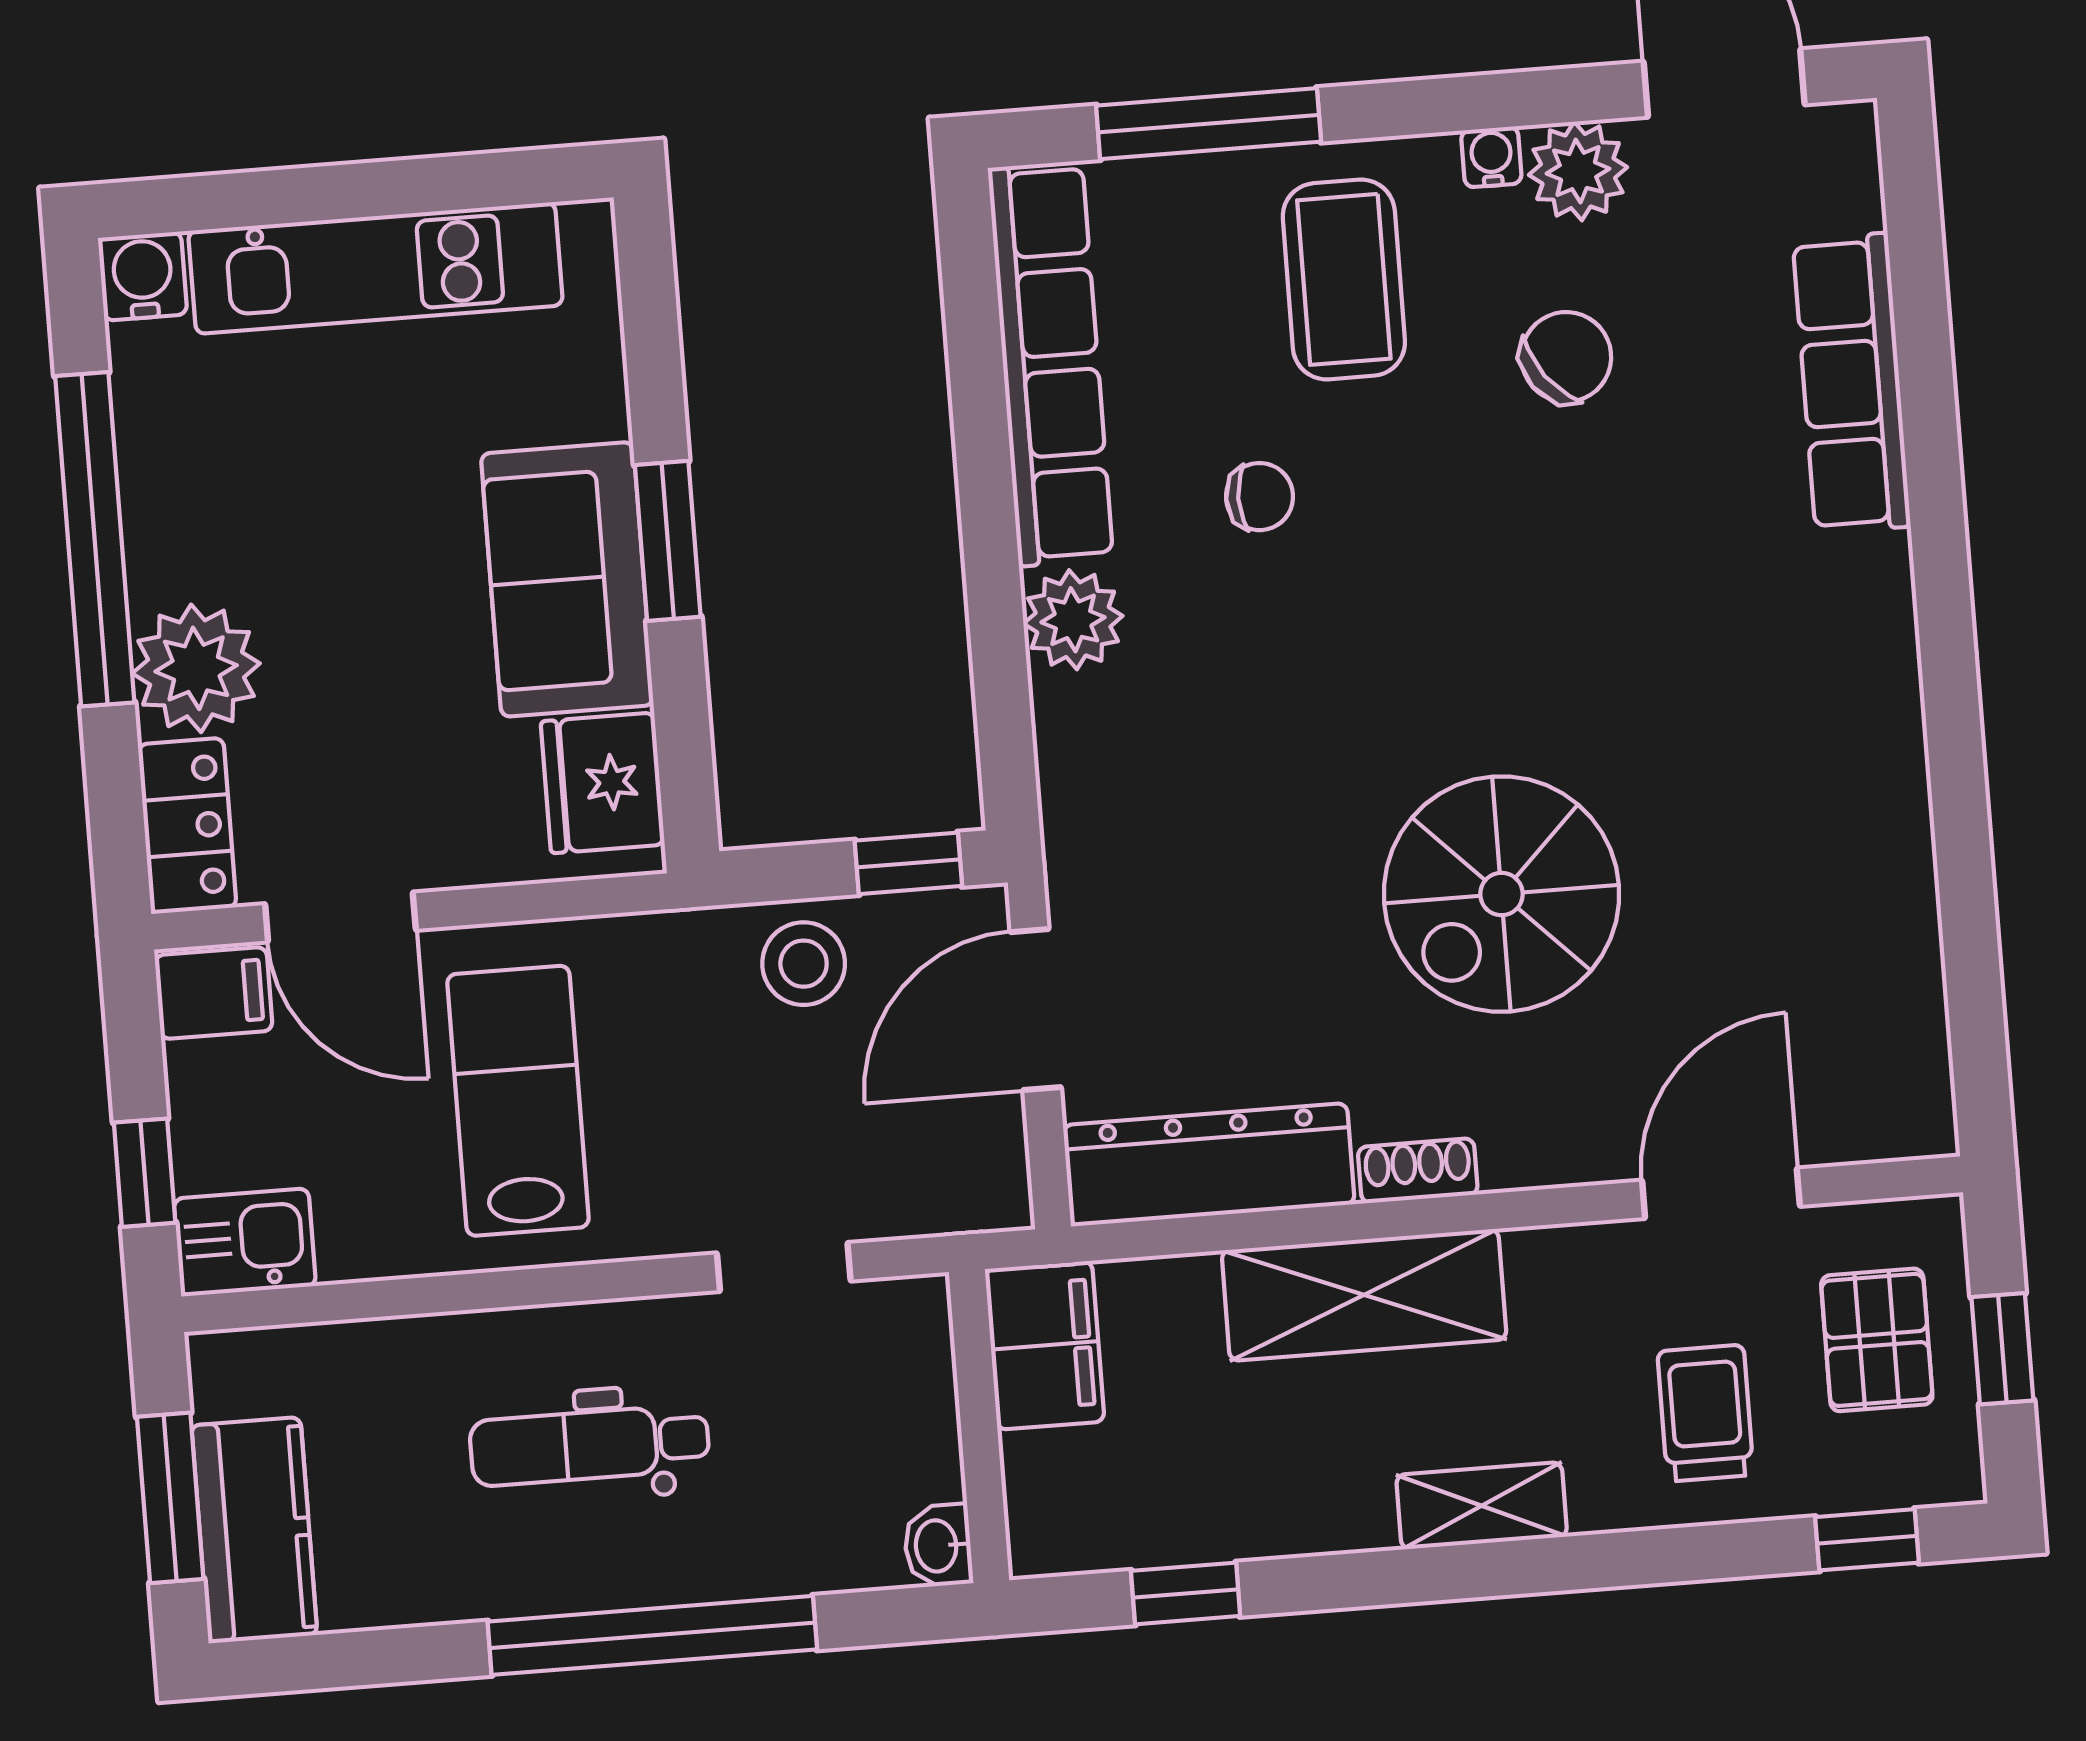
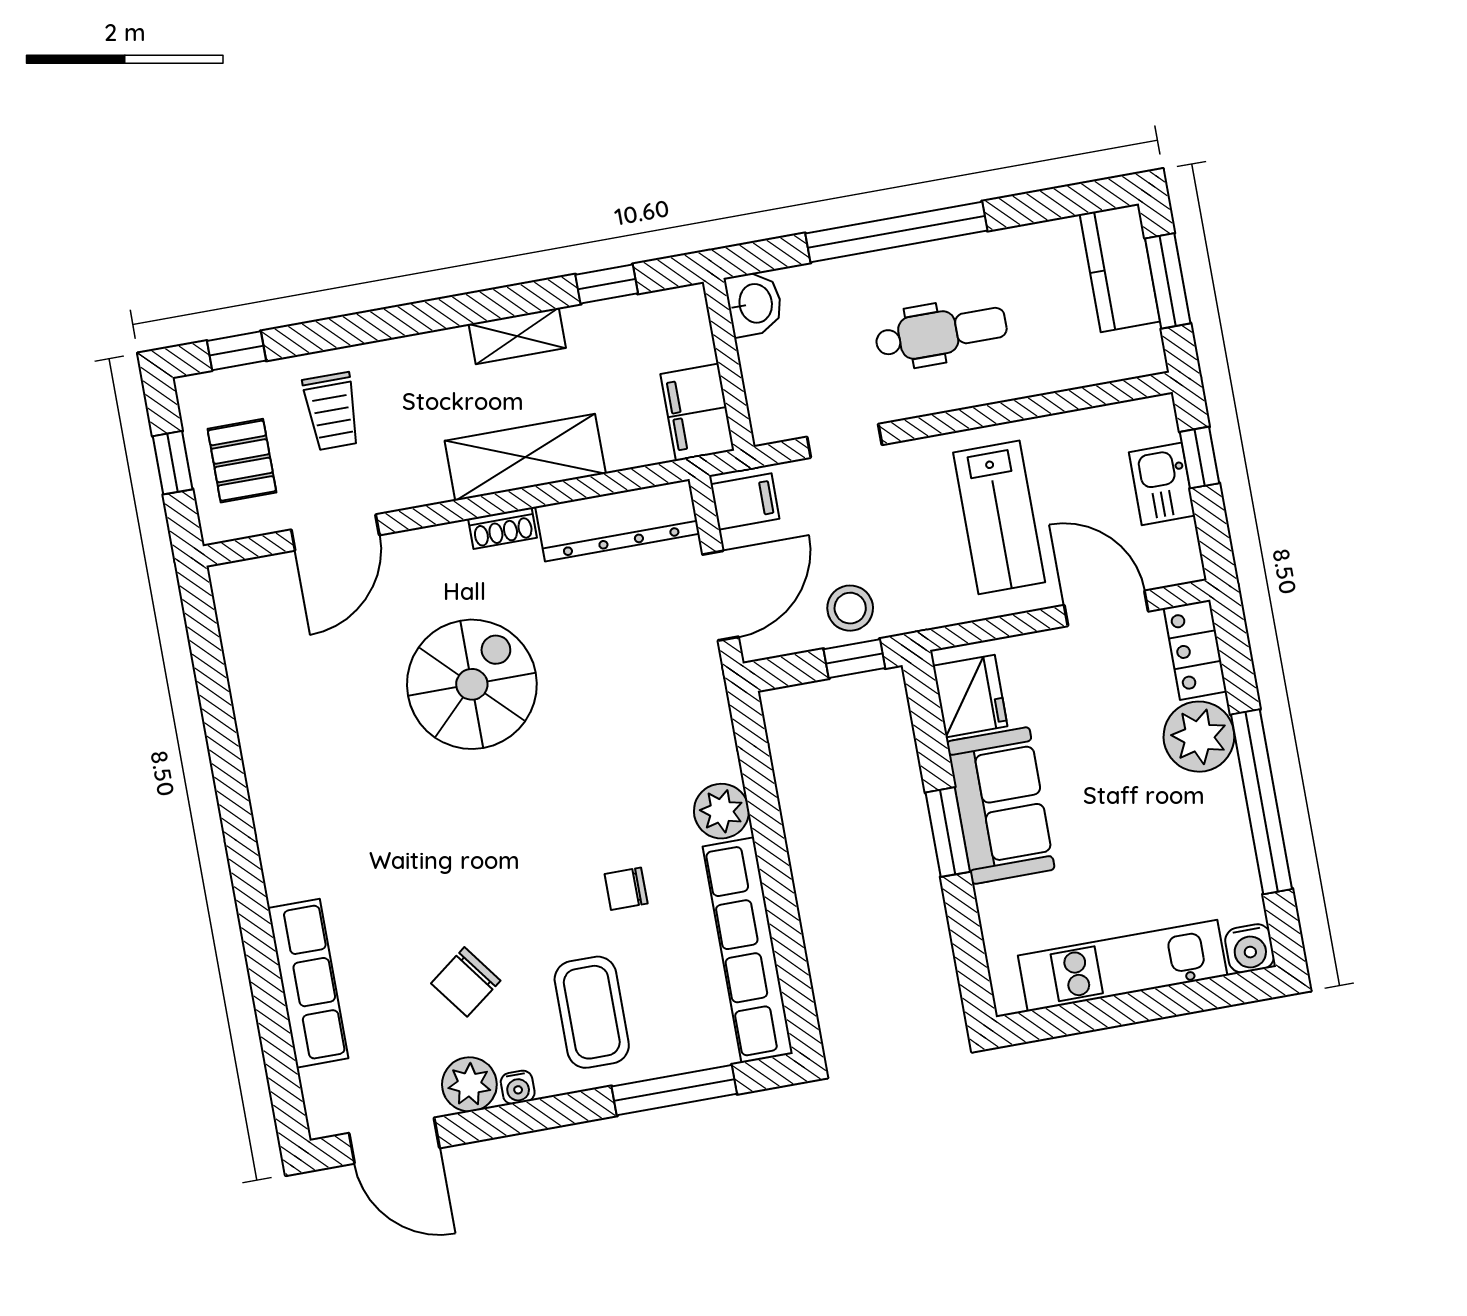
window: (908, 863) -> (854, 659), moved
filing cabinet: (214, 993) -> (745, 501), moved, turned 180
kitchen sink: (245, 1242) -> (1162, 484), moved, turned 90
shelving: (1482, 1506) -> (517, 336), moved
washbasin: (938, 1546) -> (754, 304), width x1.38, depth x1.45

